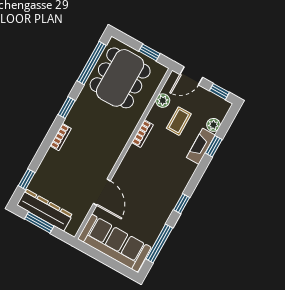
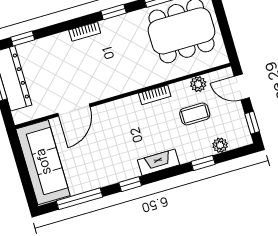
window: (150, 52) -> (226, 34), removed
fireplace: (201, 146) -> (158, 162), moved

